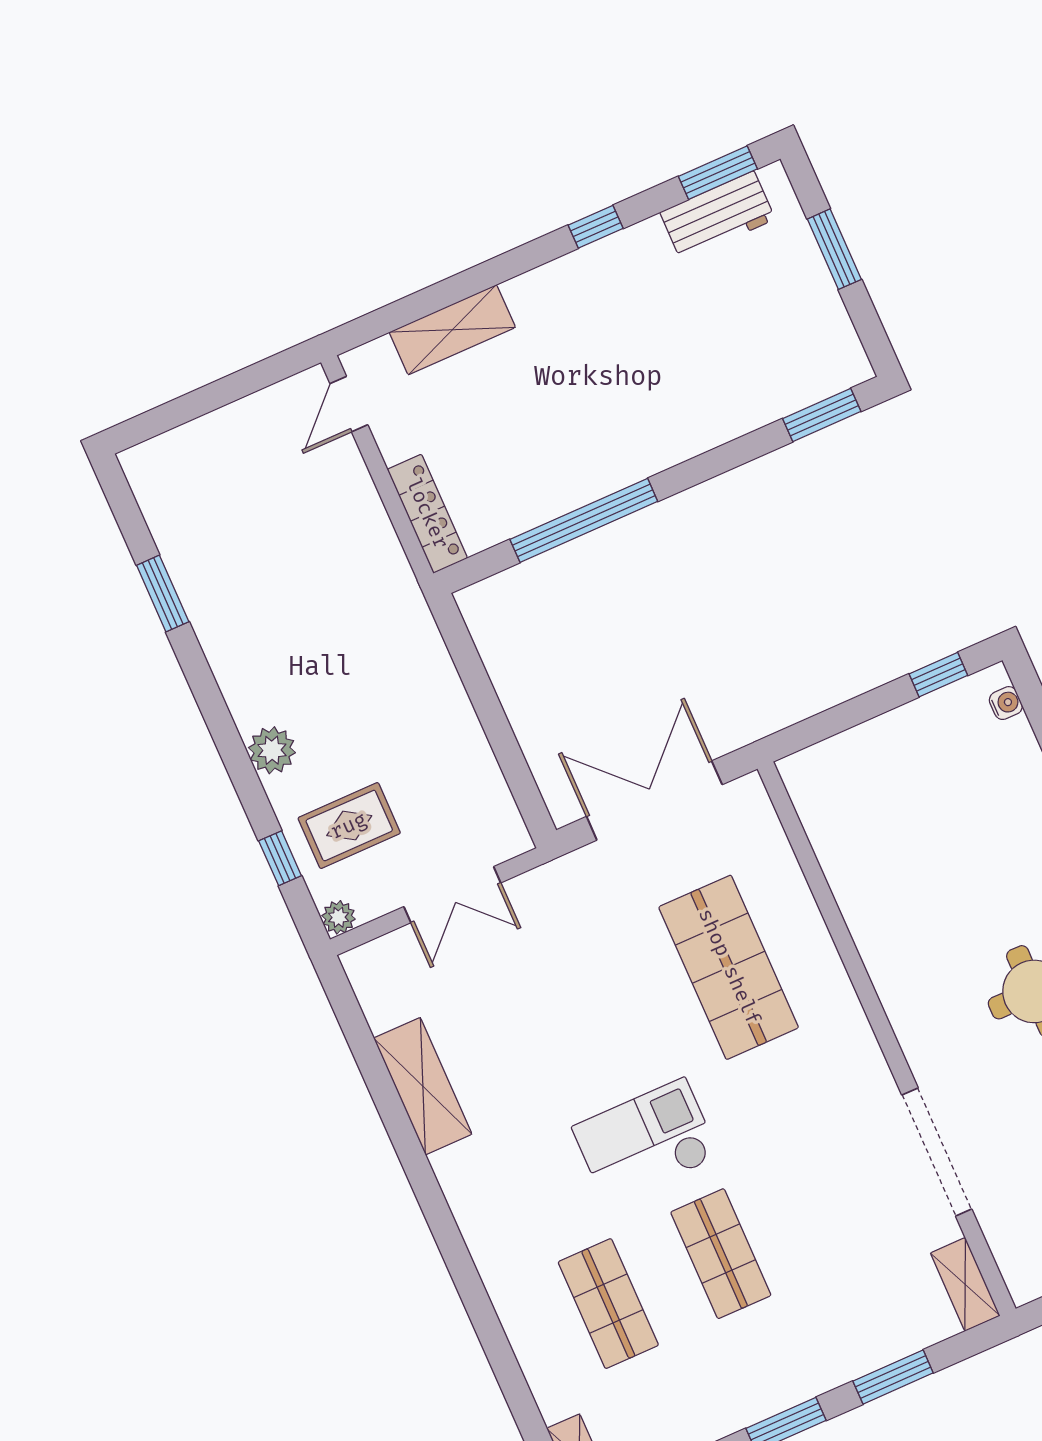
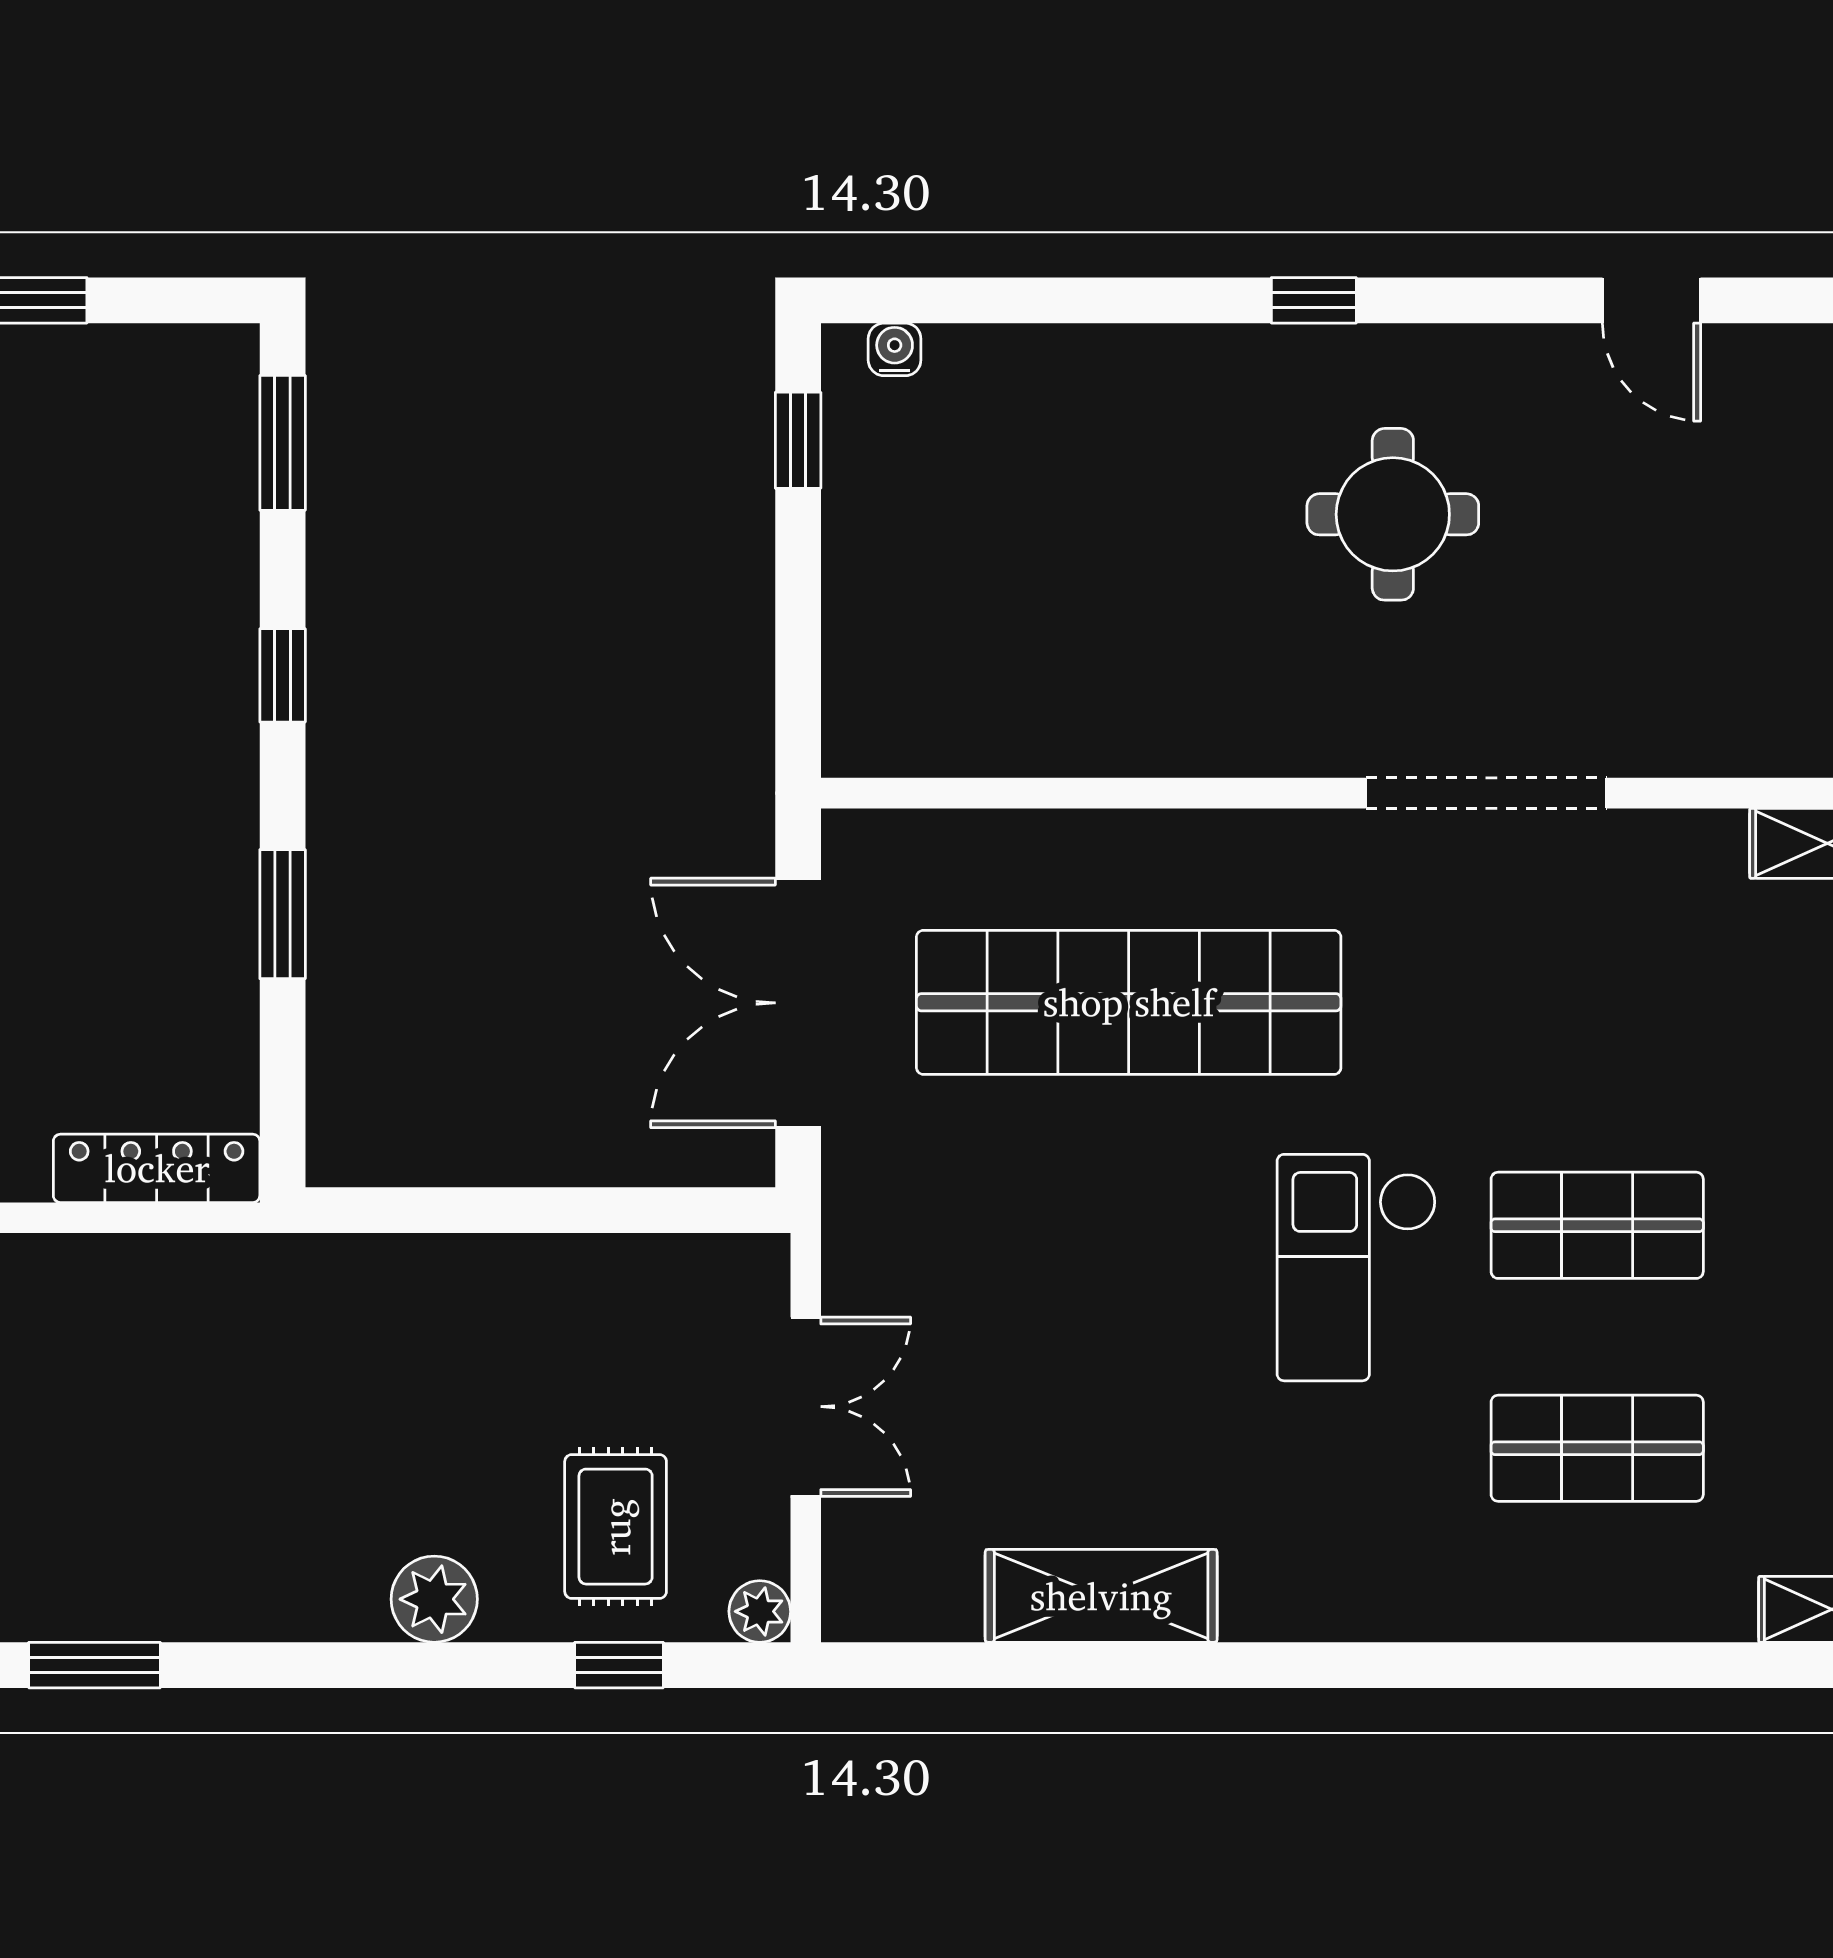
window: (704, 467) -> (283, 675), added
window: (584, 520) -> (283, 914), width x0.47
shop shelf: (729, 967) -> (1129, 1002), width x1.40
doorway: (937, 1152) -> (1486, 793), moved

